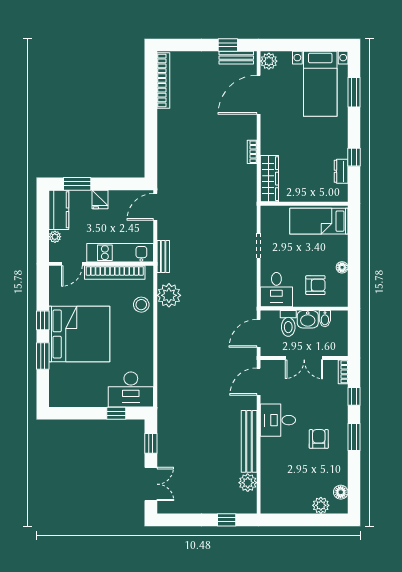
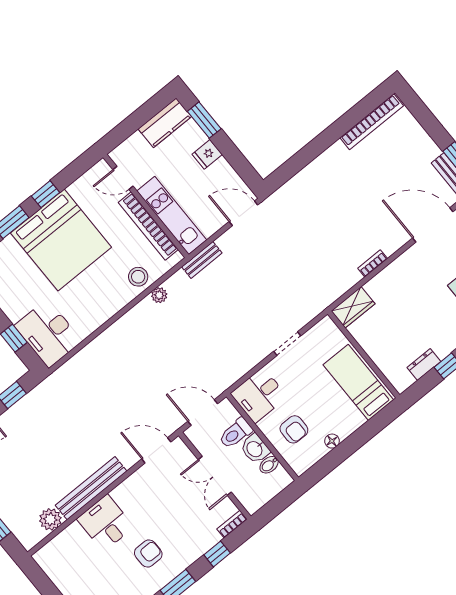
wardrobe: (269, 179) -> (353, 307), width x0.67
plant: (55, 237) -> (136, 140), removed
plant: (169, 295) -> (159, 295), width x0.53, depth x0.53
desk: (278, 420) -> (105, 523), moved

